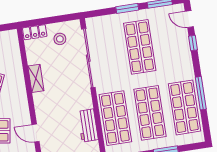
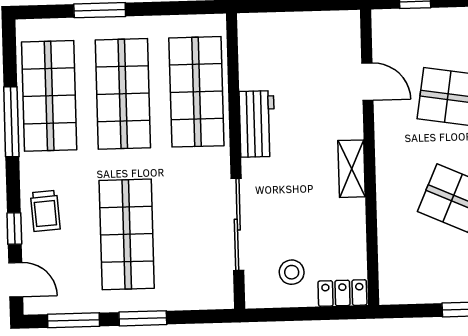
trolley: (180, 53) -> (45, 211), added
sliding door: (88, 58) -> (237, 225), width x0.73
shelving: (36, 78) -> (352, 169), moved
workbench: (88, 125) -> (257, 124), moved

